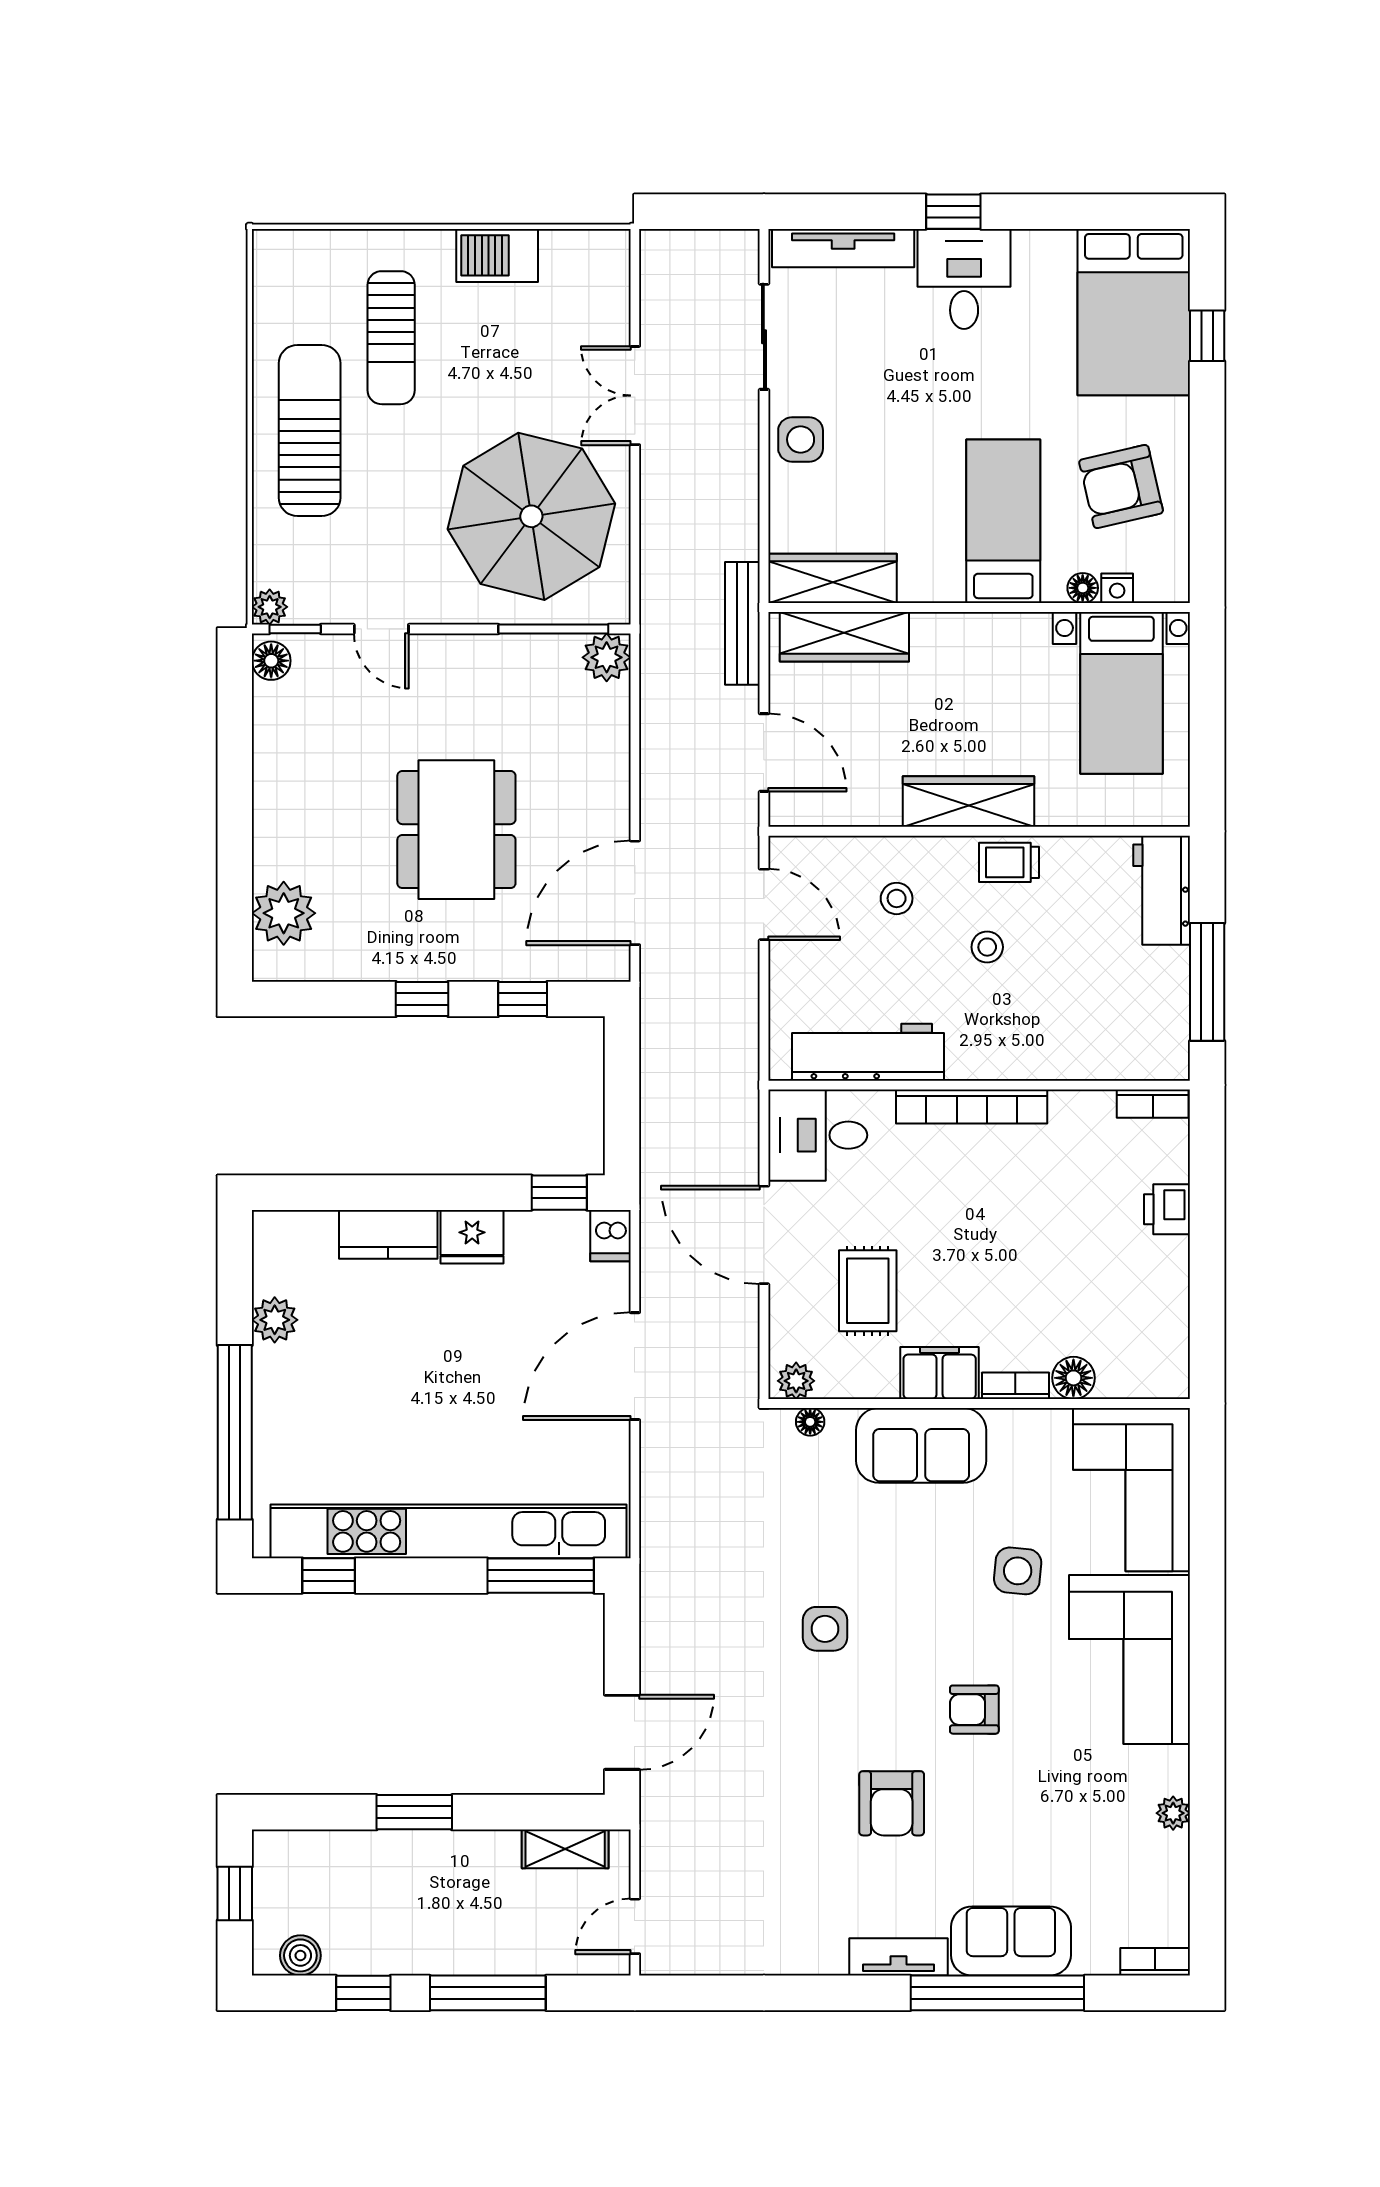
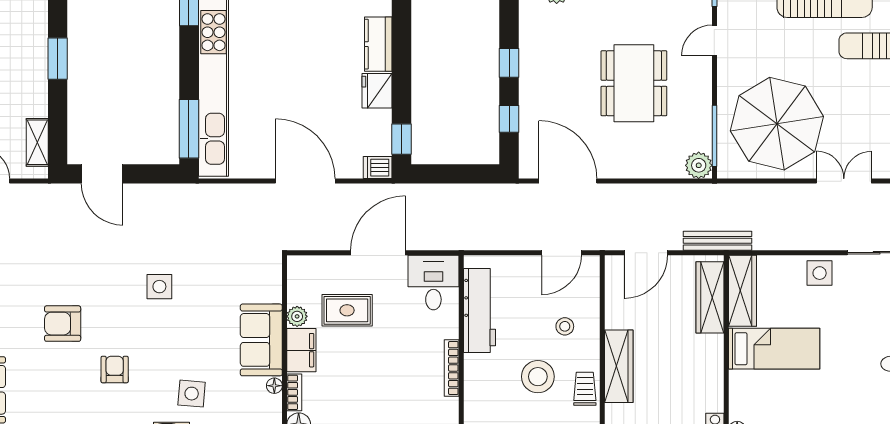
bed: (1003, 521) -> (774, 349), moved
dining table: (456, 830) -> (634, 83), moved, turned 90
stool: (987, 947) -> (538, 377), width x1.89, depth x1.89
bookcase: (972, 1106) -> (452, 368), width x0.68, depth x0.76
plant: (796, 1381) -> (297, 316), moved
floor lamp: (810, 1422) -> (274, 386), moved

